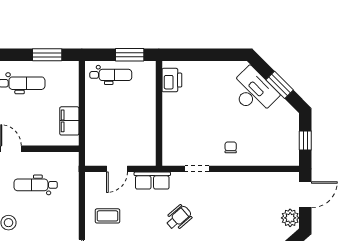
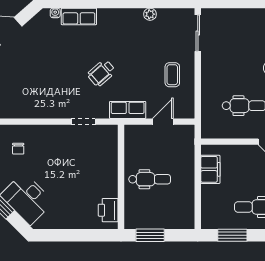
dental chair: (111, 75) -> (150, 179), moved, turned 180
chair: (231, 147) -> (18, 149), moved
coffee table: (107, 216) -> (172, 75), turned 90

